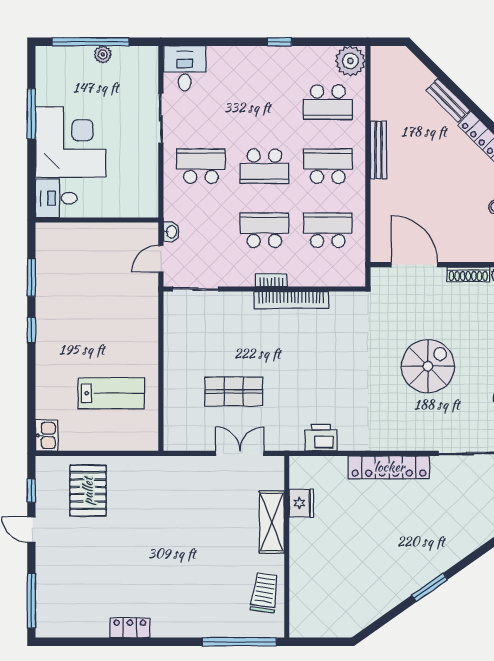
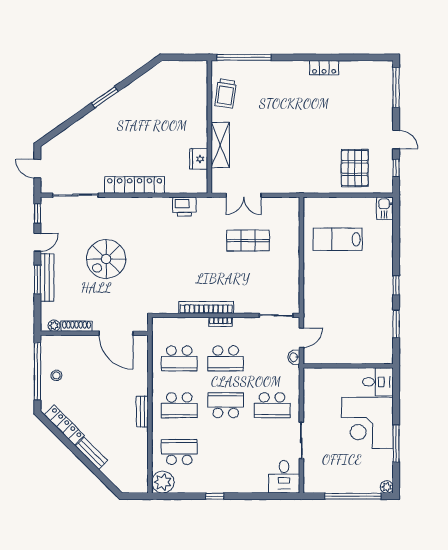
plant: (103, 54) -> (387, 487), moved
bench: (378, 150) -> (142, 412), width x0.73

